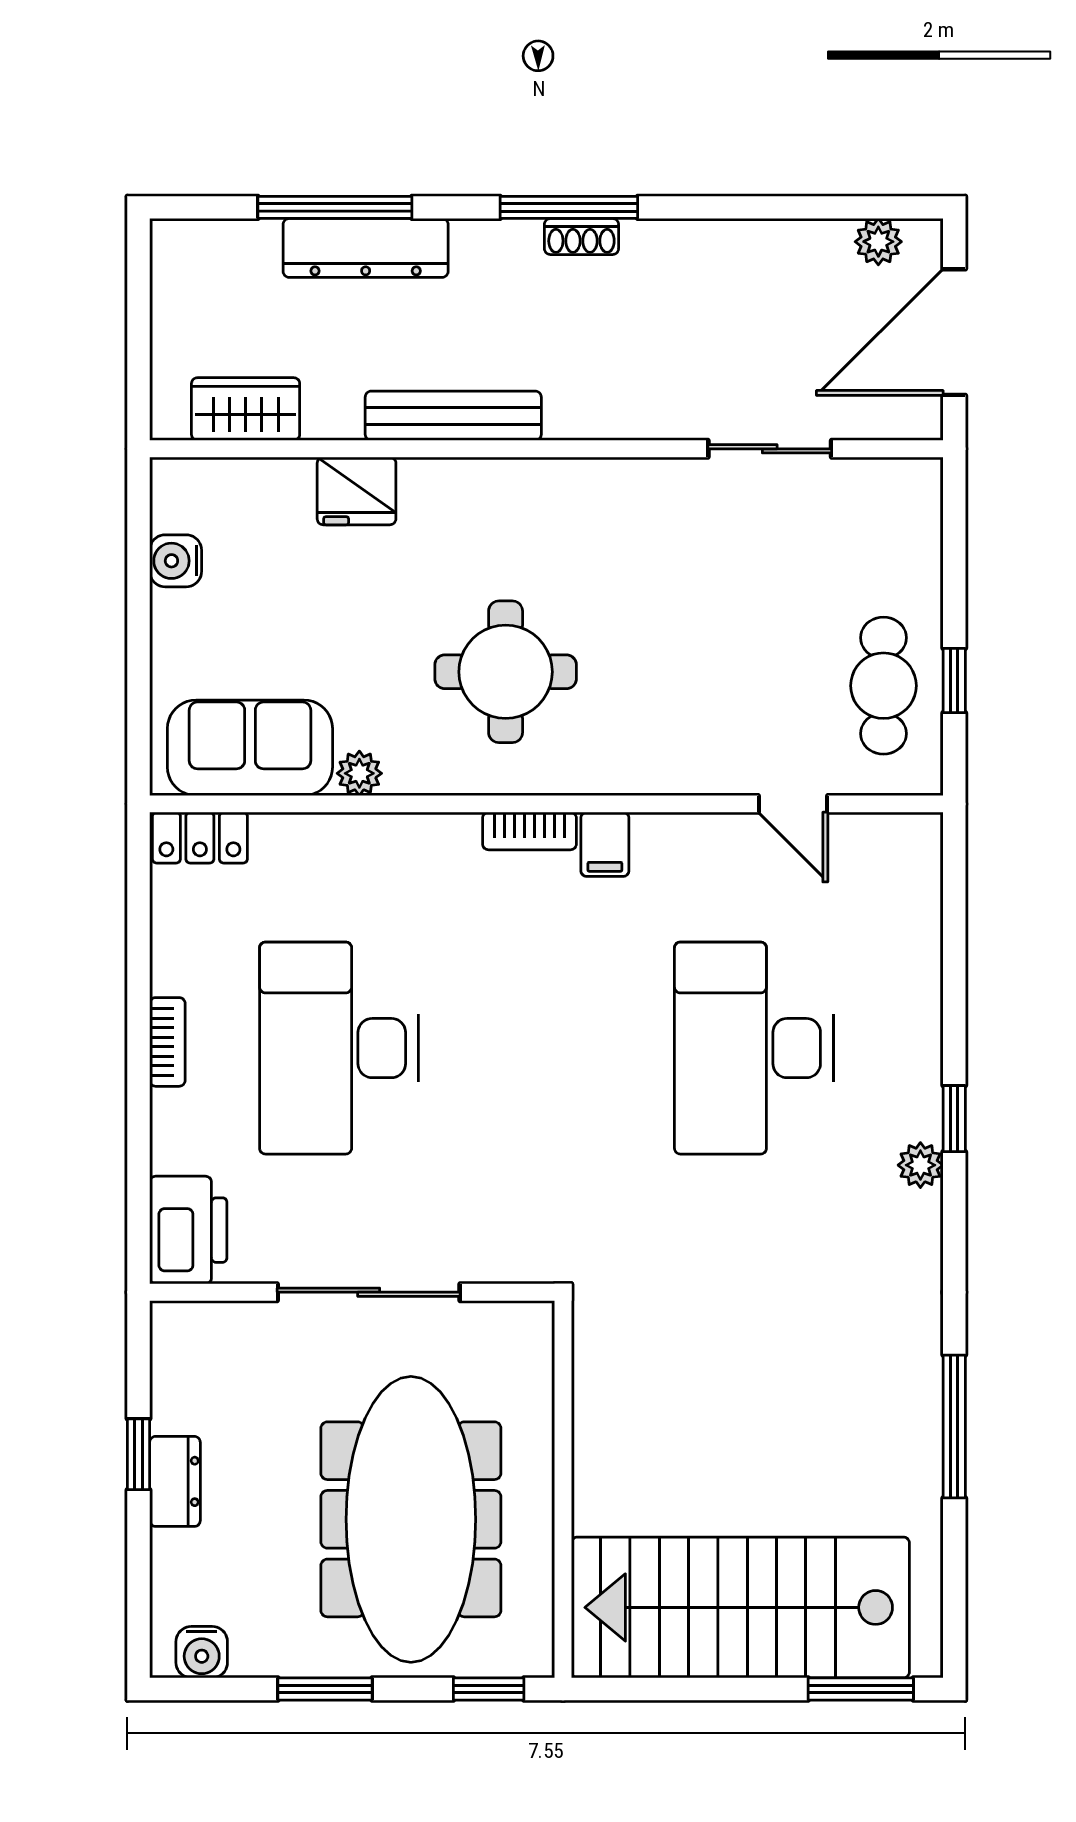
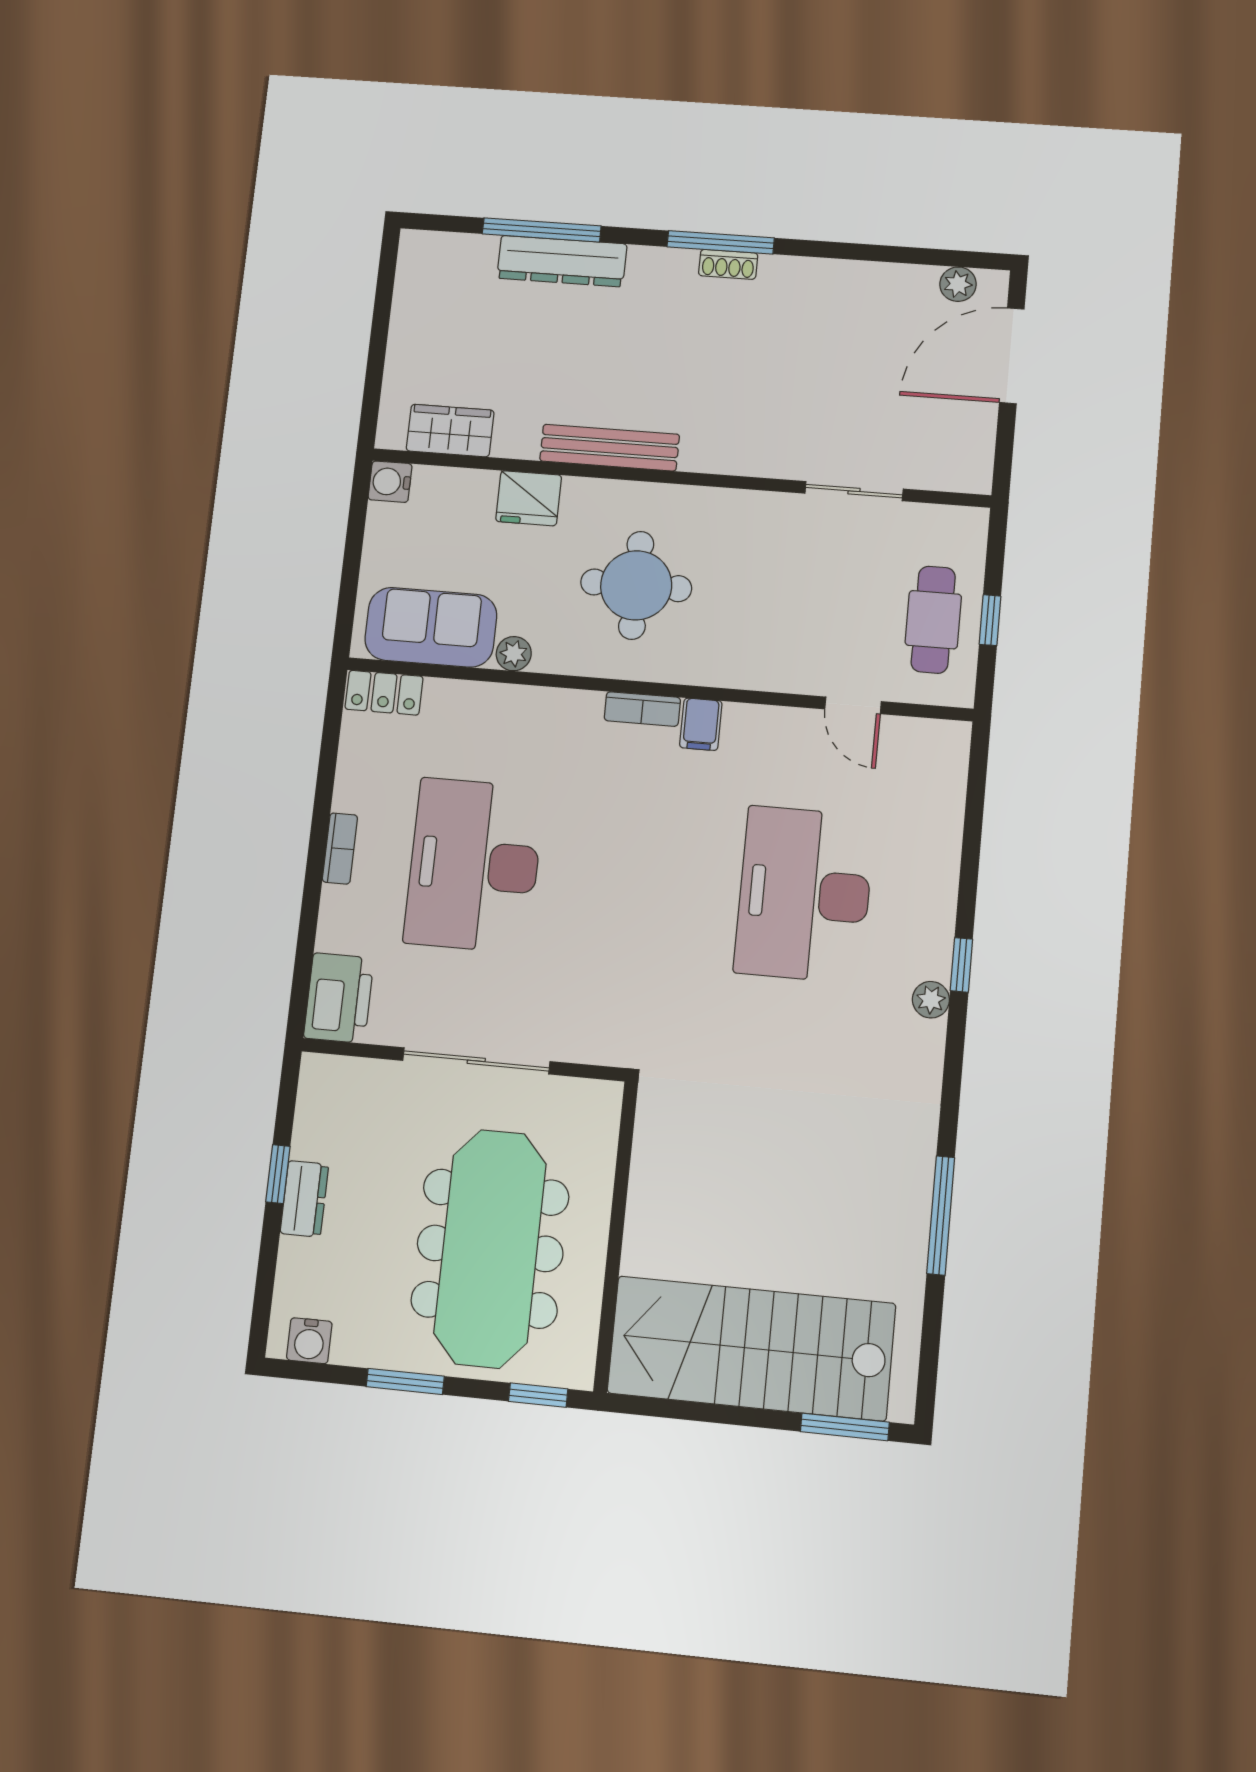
wardrobe: (246, 409) -> (450, 431), moved
bench: (453, 416) -> (610, 448), moved
wall: (546, 449) -> (679, 478), moved
sliding door: (770, 449) -> (854, 491), moved
fridge: (357, 491) -> (529, 498), moved

